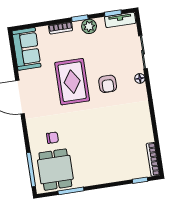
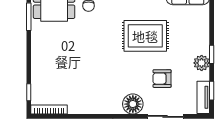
bookcase: (61, 28) -> (204, 32), removed
floor lamp: (140, 78) -> (133, 104), width x1.89, depth x1.89
armchair: (108, 84) -> (162, 79), moved

